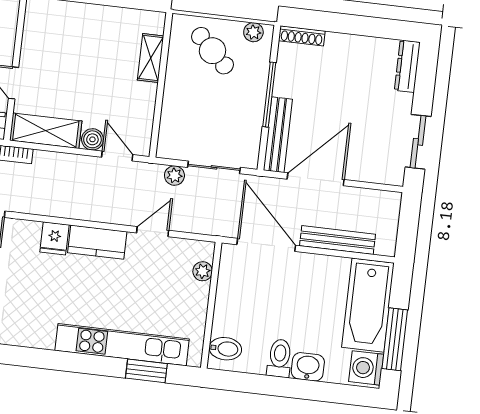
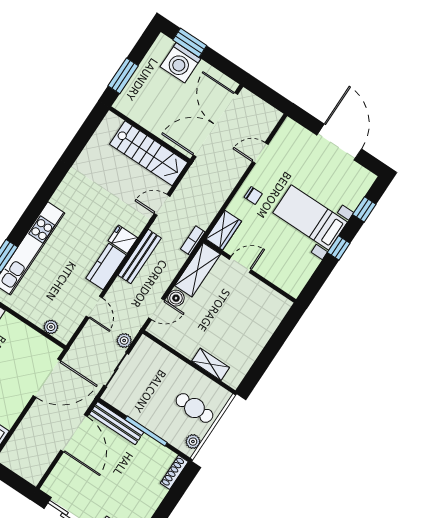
cafe table: (212, 51) -> (194, 408), turned 46
bench: (338, 240) -> (140, 257), moved

